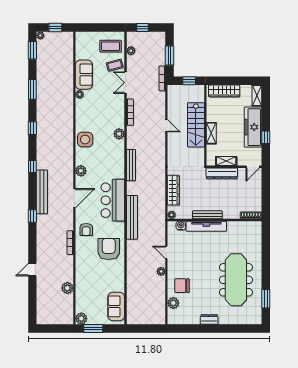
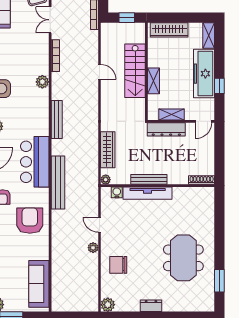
meeting table: (236, 280) -> (183, 258), width x0.73
plant: (173, 303) -> (108, 305), moved
sofa: (116, 306) -> (39, 284), width x1.36

